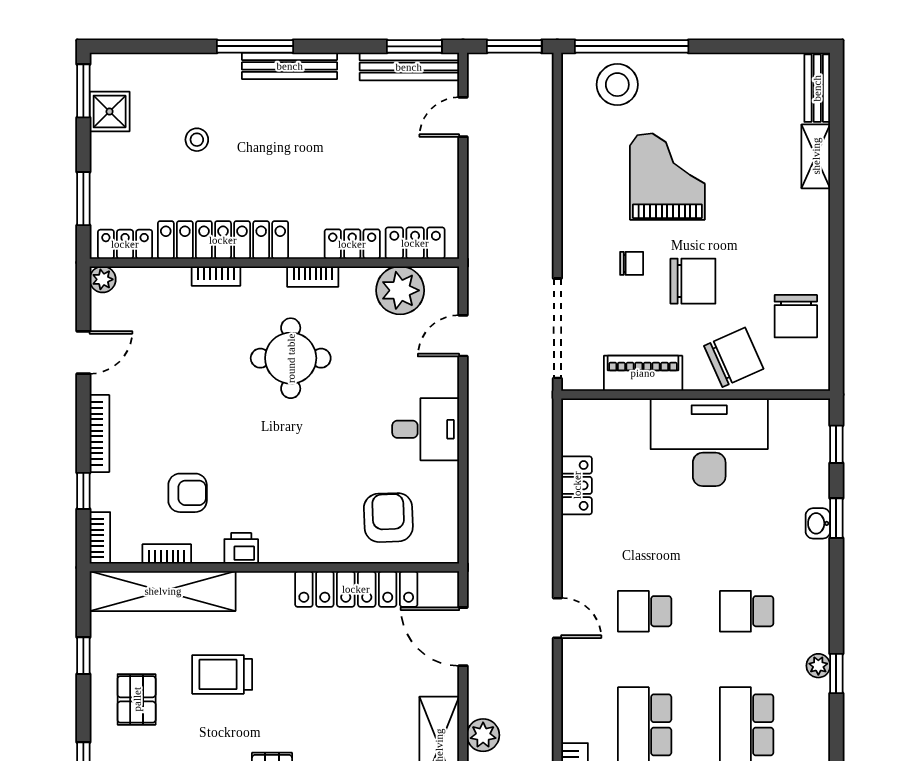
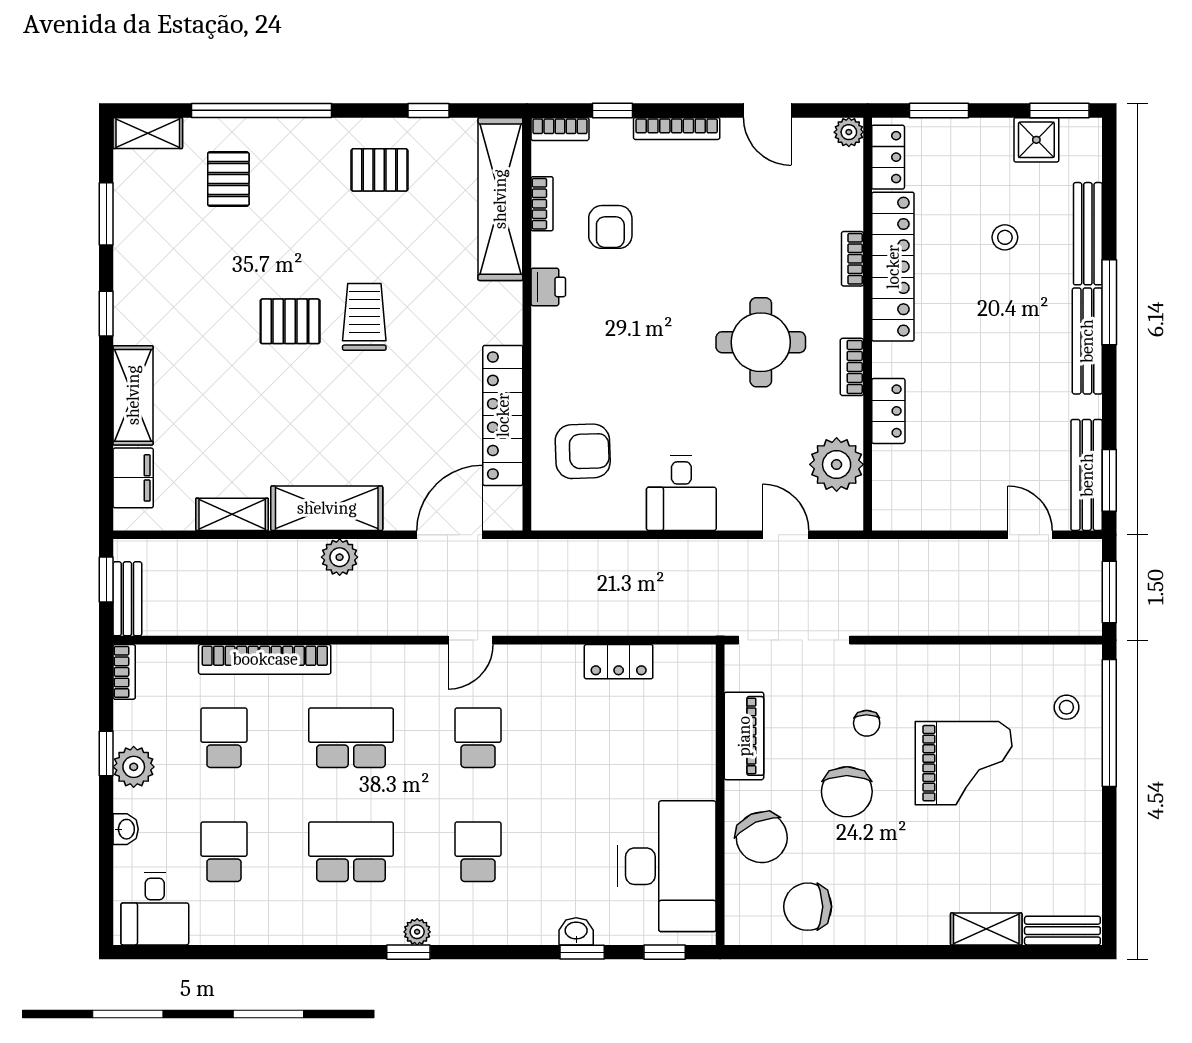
bench: (194, 65) -> (1088, 234), added
stool: (617, 85) -> (1066, 707), width x0.53, depth x0.53
locker: (415, 243) -> (889, 481), removed
desk: (709, 442) -> (667, 866), moved
trolley: (222, 674) -> (364, 317), moved

